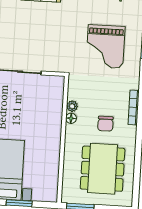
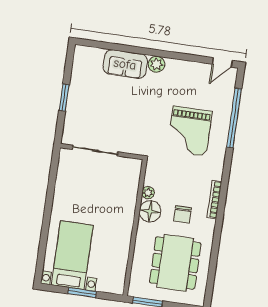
floor lamp: (71, 118) -> (150, 211), width x1.89, depth x1.89

